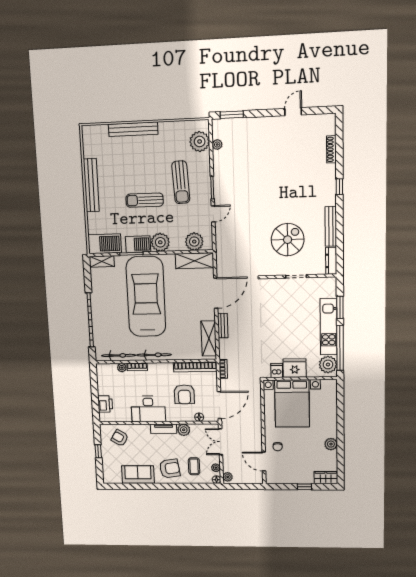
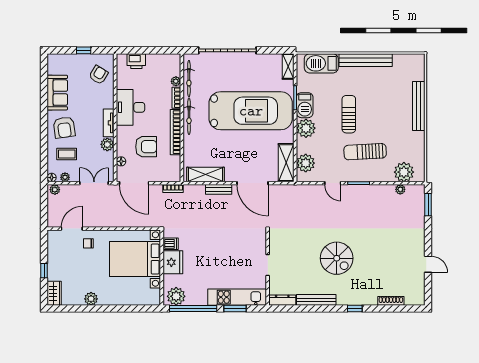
spiral stairs: (288, 240) -> (337, 258), moved
barbecue: (105, 244) -> (321, 63), moved, turned 90
kitchen unit: (329, 327) -> (237, 297), moved
bookcase: (195, 367) -> (175, 132), moved
armchair: (184, 394) -> (146, 147), turned 180

